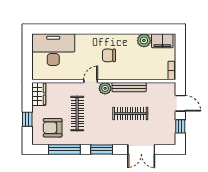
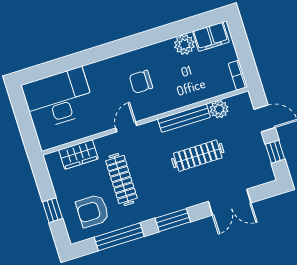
plant: (105, 88) -> (219, 109), moved
wardrobe: (39, 94) -> (78, 154), moved, turned 90

